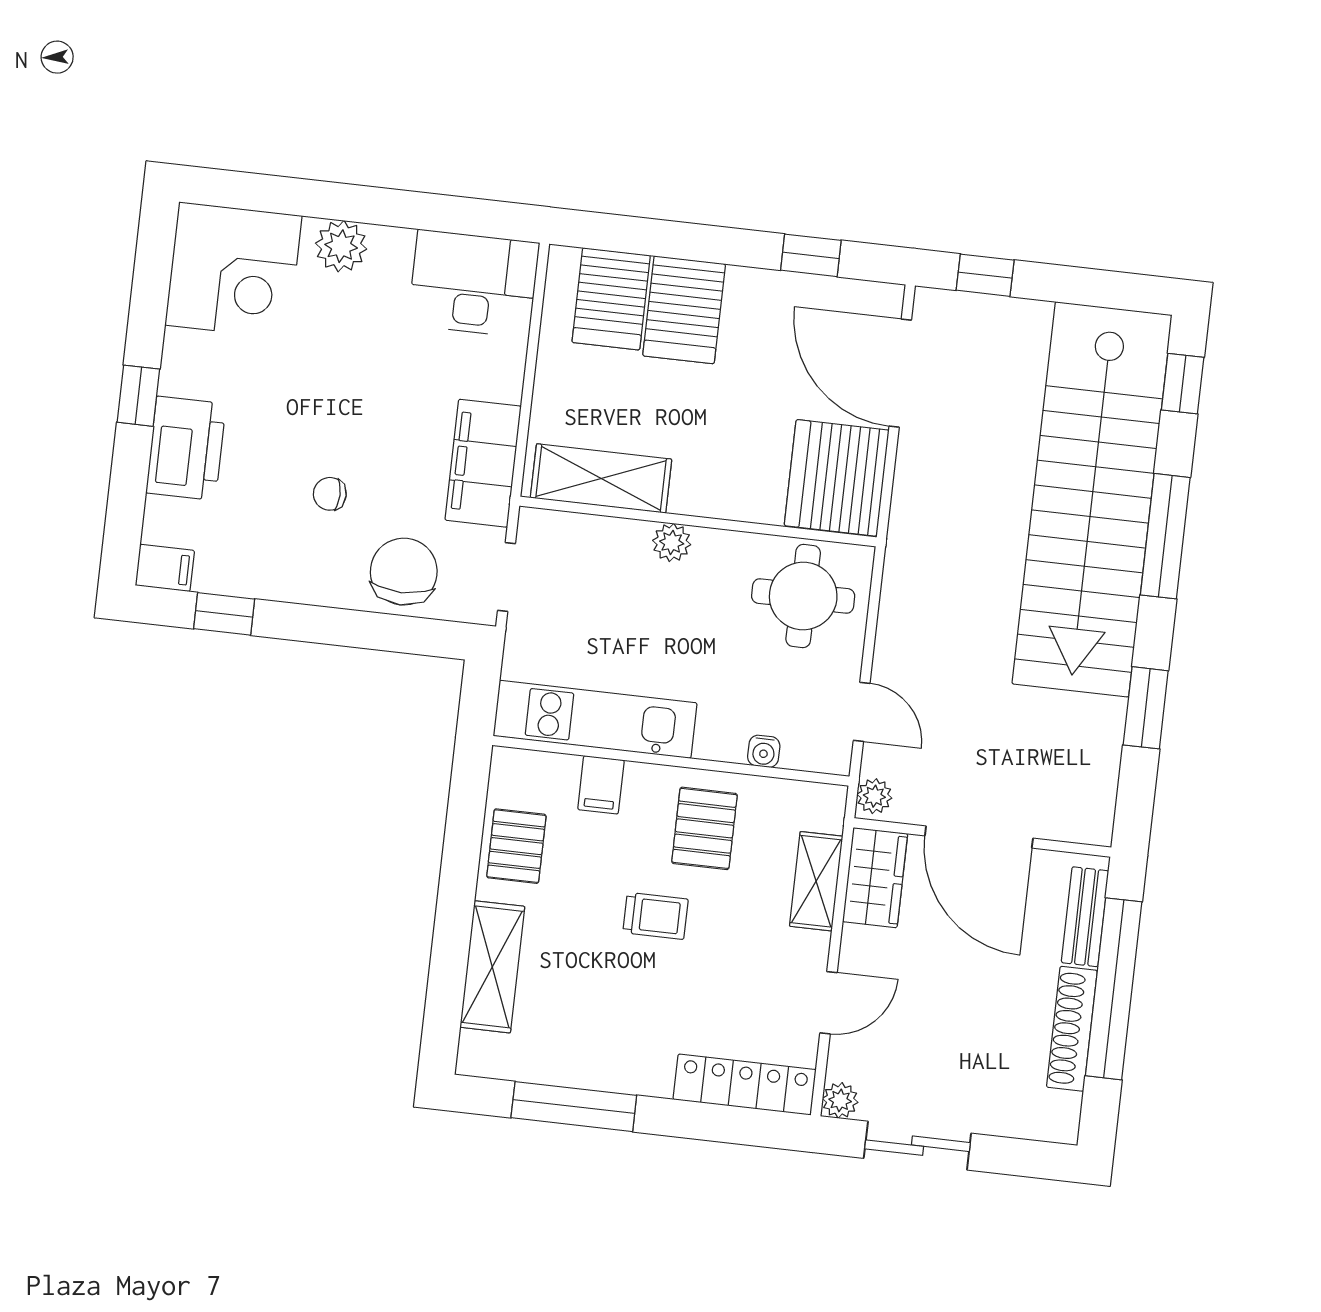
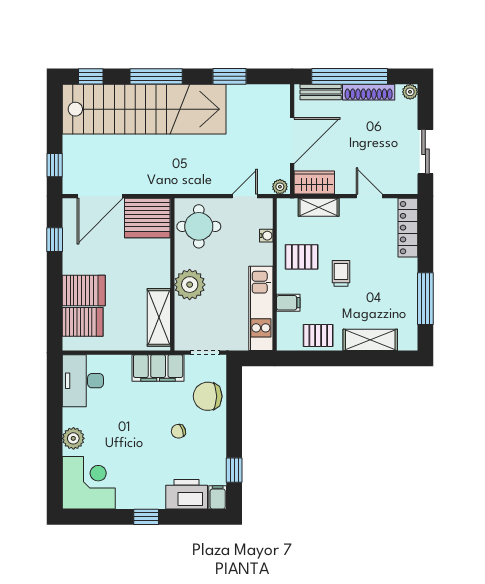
printer: (186, 448) -> (187, 494), moved
chair: (330, 494) -> (178, 431), turned 71
plant: (672, 542) -> (190, 285), width x1.87, depth x1.87
plant: (840, 1100) -> (410, 92), moved

